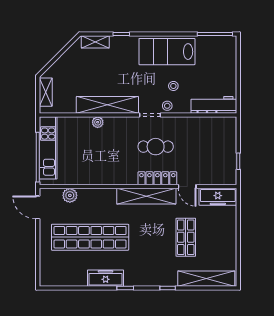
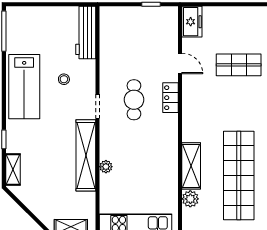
stool: (167, 106) -> (87, 86), removed
locker: (157, 178) -> (170, 98), width x0.66
door: (187, 186) -> (180, 63), hinge flipped
shelving: (146, 196) -> (191, 166), moved, width x0.68
freezer: (218, 197) -> (192, 22), width x0.71

